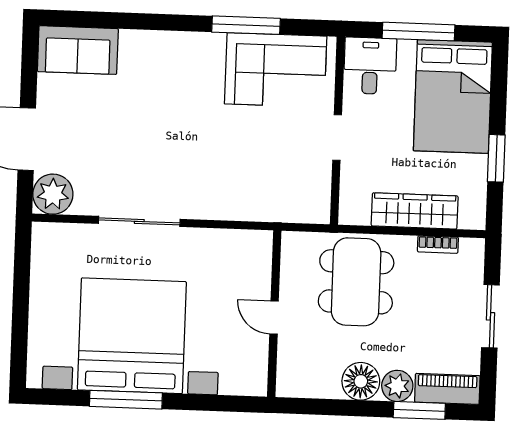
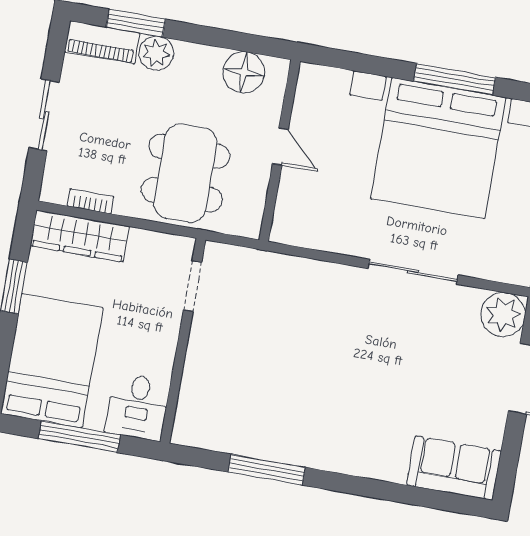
corner sofa: (276, 70) -> (241, 416), removed
doorway: (337, 138) -> (193, 286), moved
wardrobe: (415, 211) -> (80, 236), moved
floor lamp: (361, 381) -> (244, 72), moved

